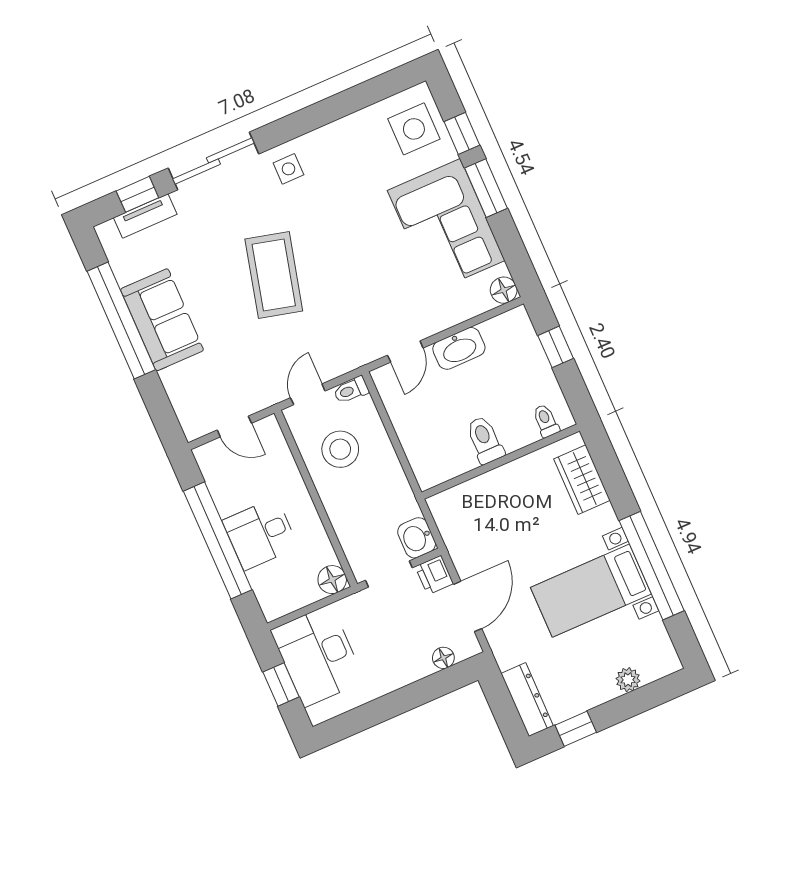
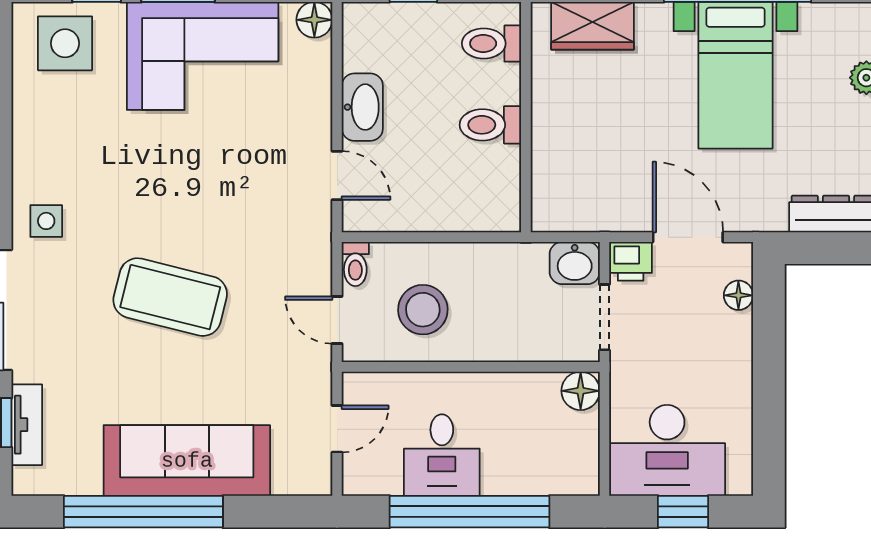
sofa: (162, 320) -> (187, 461), width x1.36
toilet: (546, 421) -> (491, 43), width x1.37, depth x1.39
desk: (260, 534) -> (442, 455), moved

